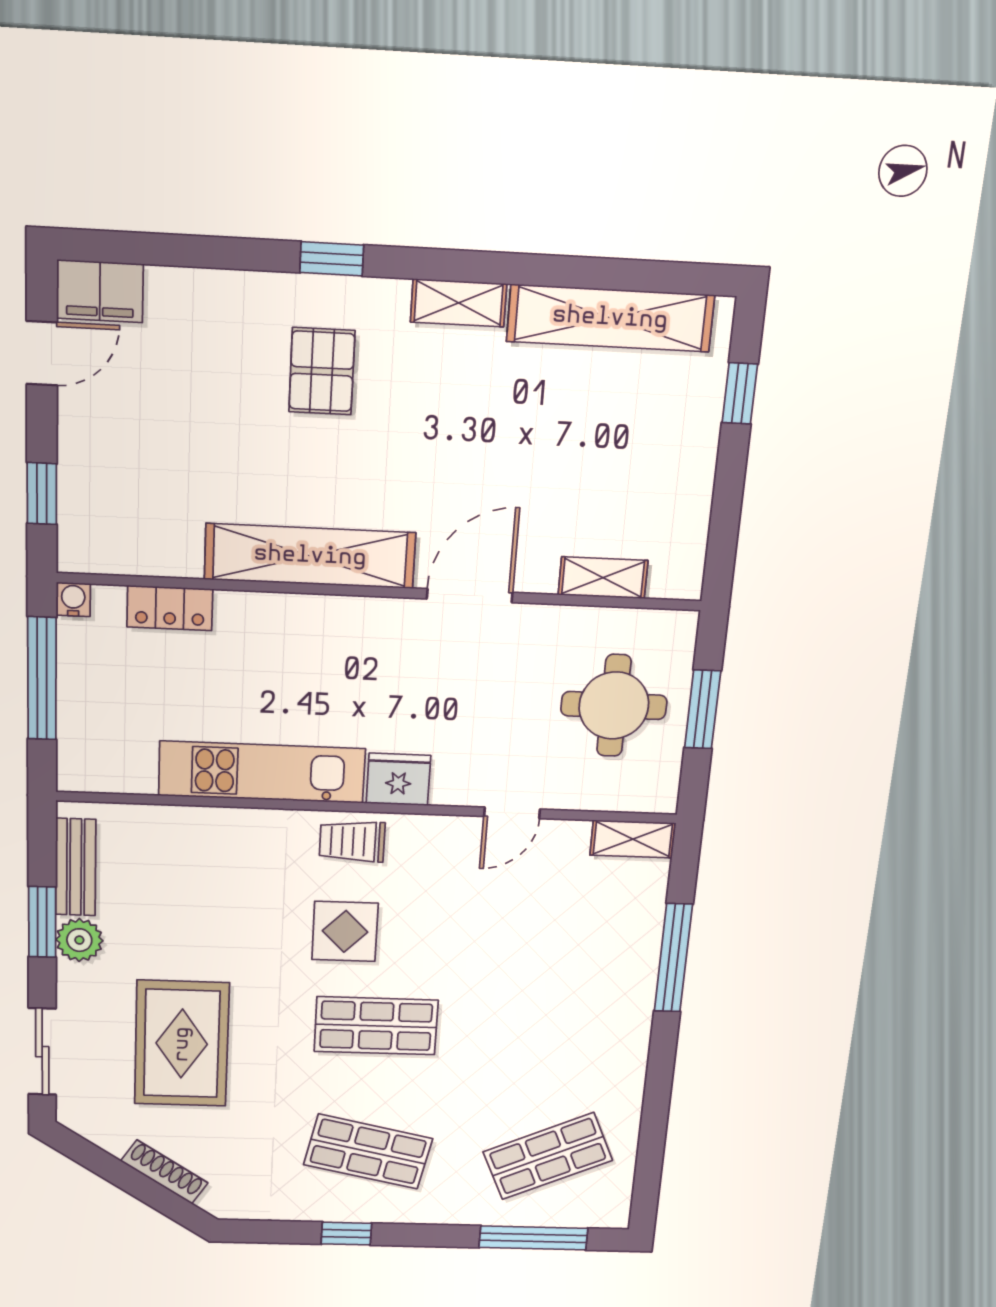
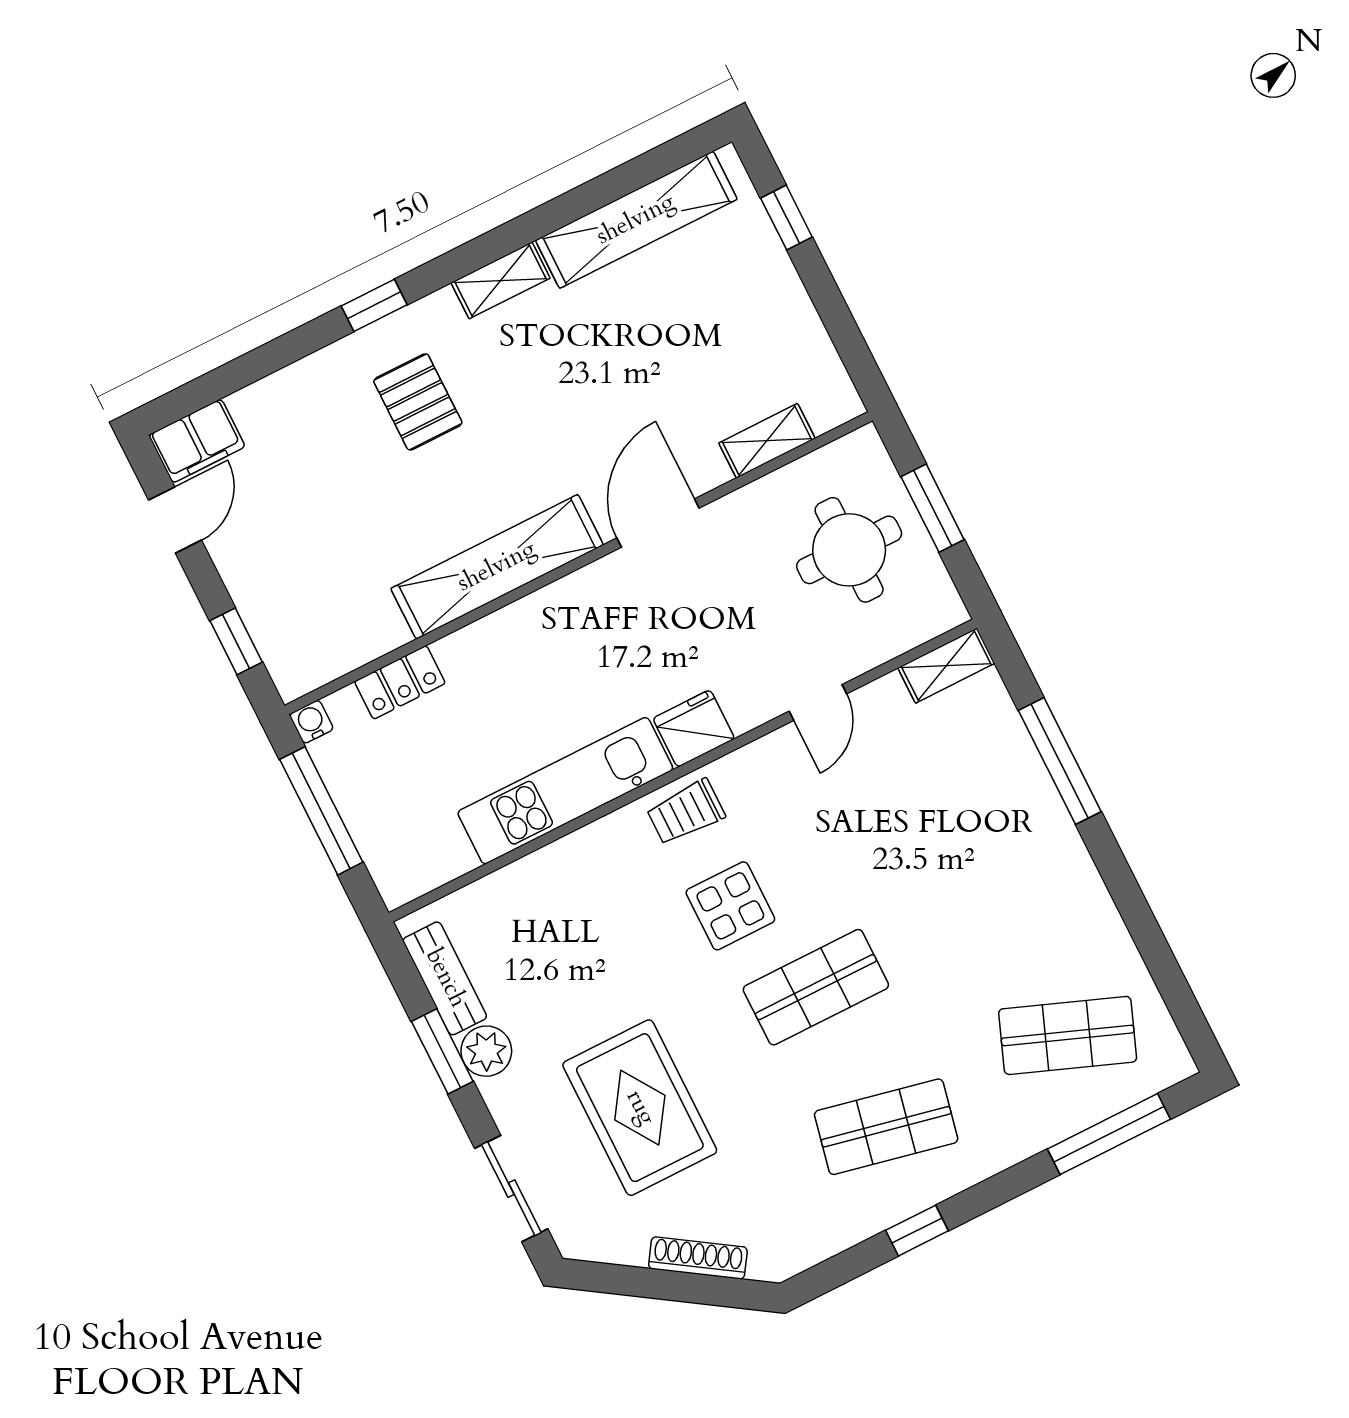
shop shelf: (548, 1156) -> (1068, 1035), turned 45

